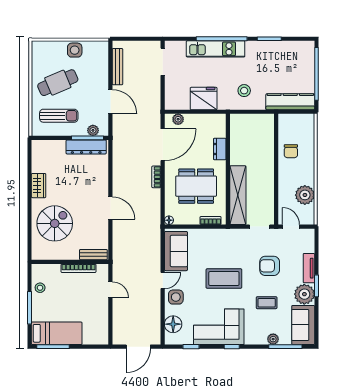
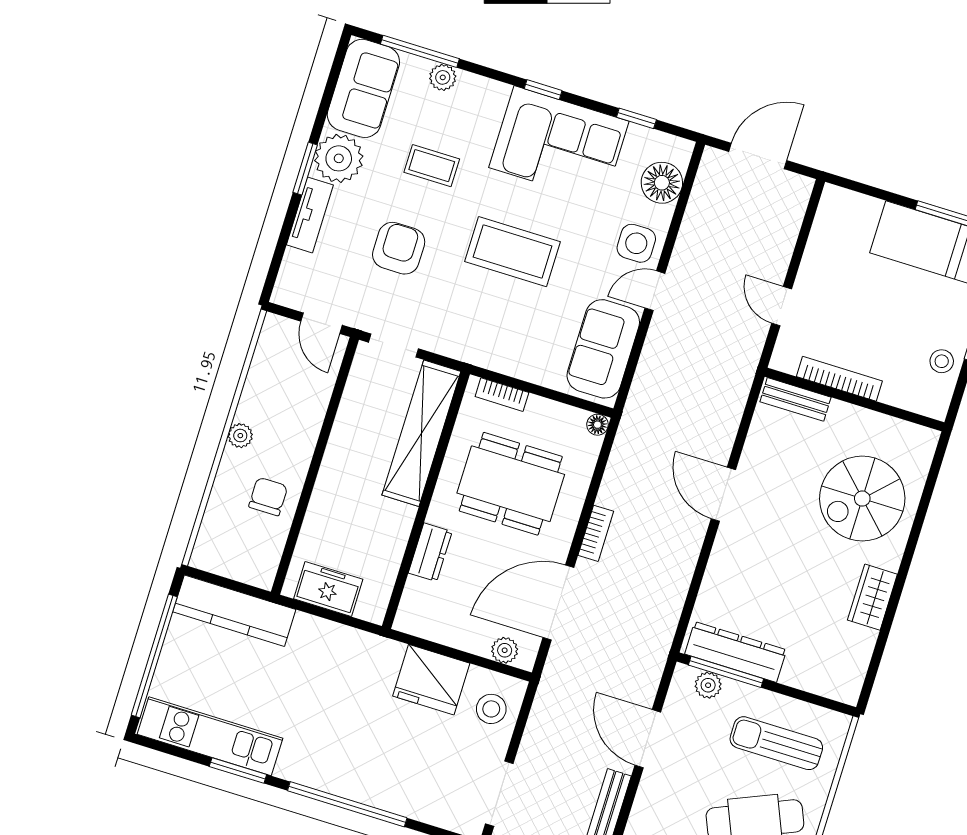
kitchen unit: (216, 49) -> (210, 736), moved
stool: (244, 91) -> (491, 709), moved
freezer: (256, 122) -> (328, 589), added
plant: (305, 195) -> (240, 436), moved, width x0.53, depth x0.53
armchair: (270, 266) -> (399, 248), turned -90

